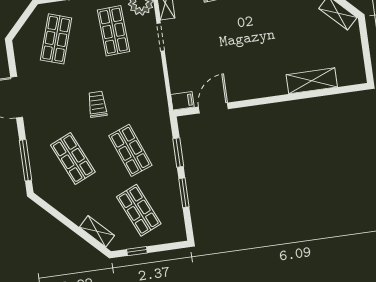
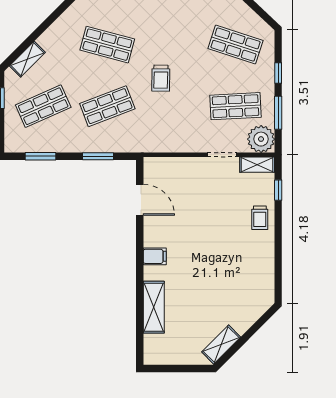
filing cabinet: (182, 101) -> (155, 256), moved, turned -90
trolley: (97, 104) -> (161, 78), turned 91
shop shelf: (73, 159) -> (107, 45), turned 39
window: (184, 193) -> (40, 156), moved

